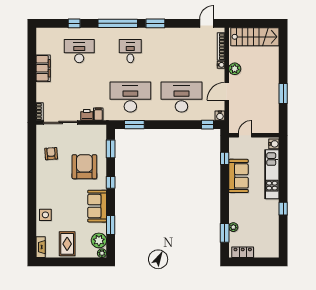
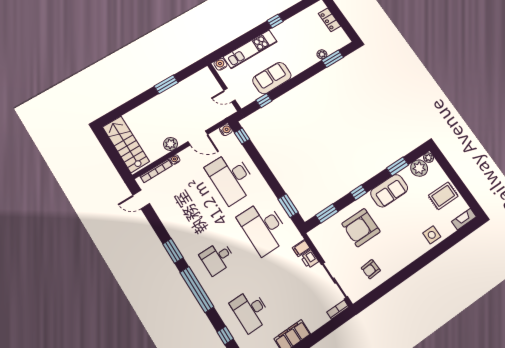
locker: (243, 252) -> (329, 20), moved

